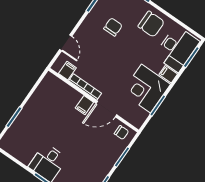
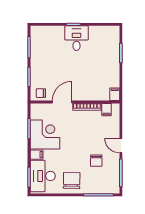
chair: (151, 24) -> (72, 181), turned 91
door: (66, 43) -> (121, 146), moved
filing cabinet: (84, 105) -> (115, 94), moved

